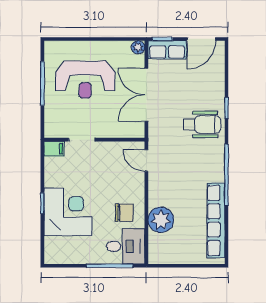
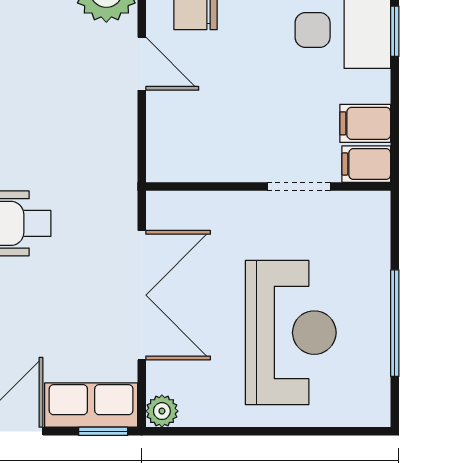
reception desk: (85, 80) -> (291, 333), turned 90
door: (146, 161) -> (142, 64), moved
filing cabinet: (55, 165) -> (365, 123), added

